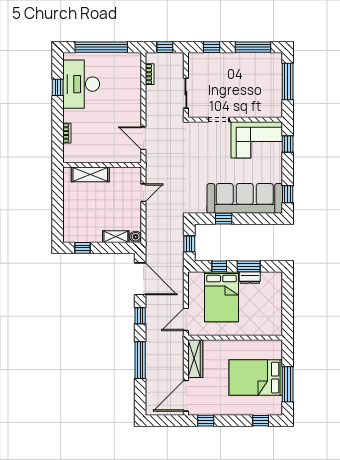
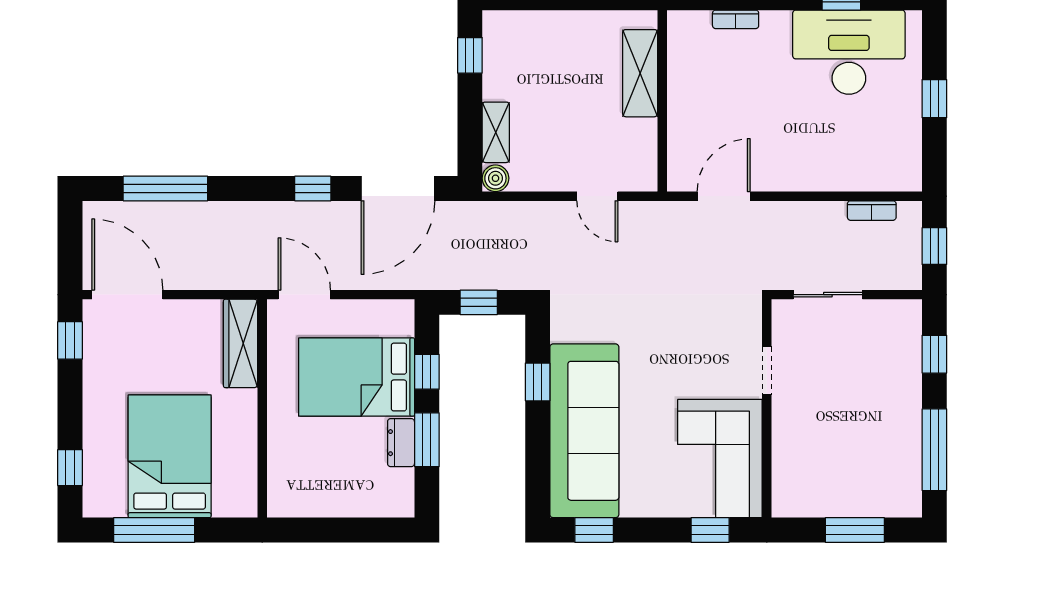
window: (101, 47) -> (934, 99), width x0.32
window: (288, 82) -> (855, 530), width x0.69
wardrobe: (195, 359) -> (241, 343), moved, turned 90
window: (140, 360) -> (165, 189), moved

